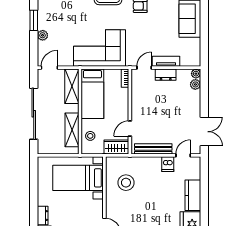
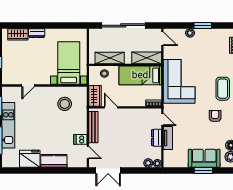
window: (204, 20) -> (203, 171), added

